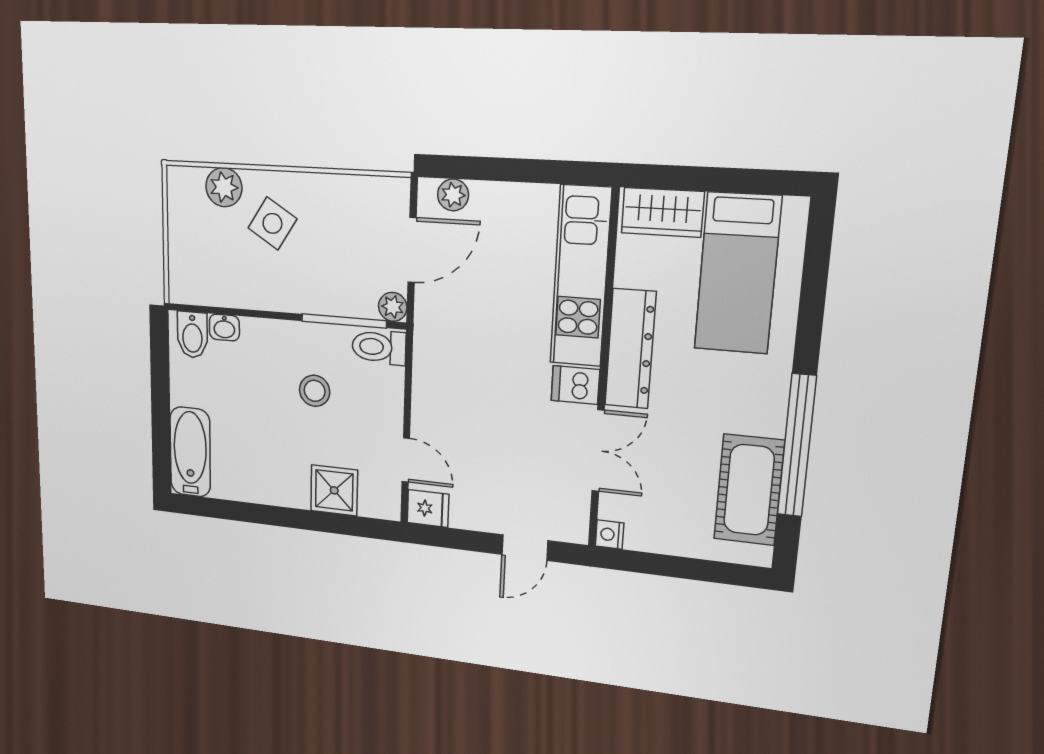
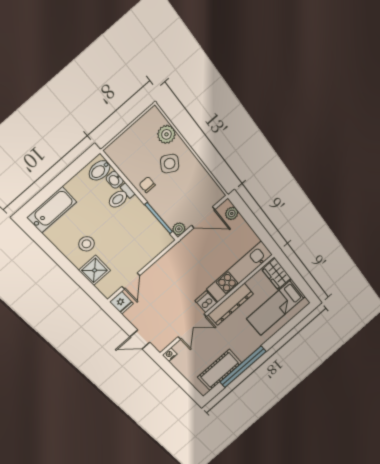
chair: (274, 288) -> (147, 185), added
toilet: (379, 347) -> (121, 197), moved, turned -90
stool: (315, 391) -> (86, 244), moved

